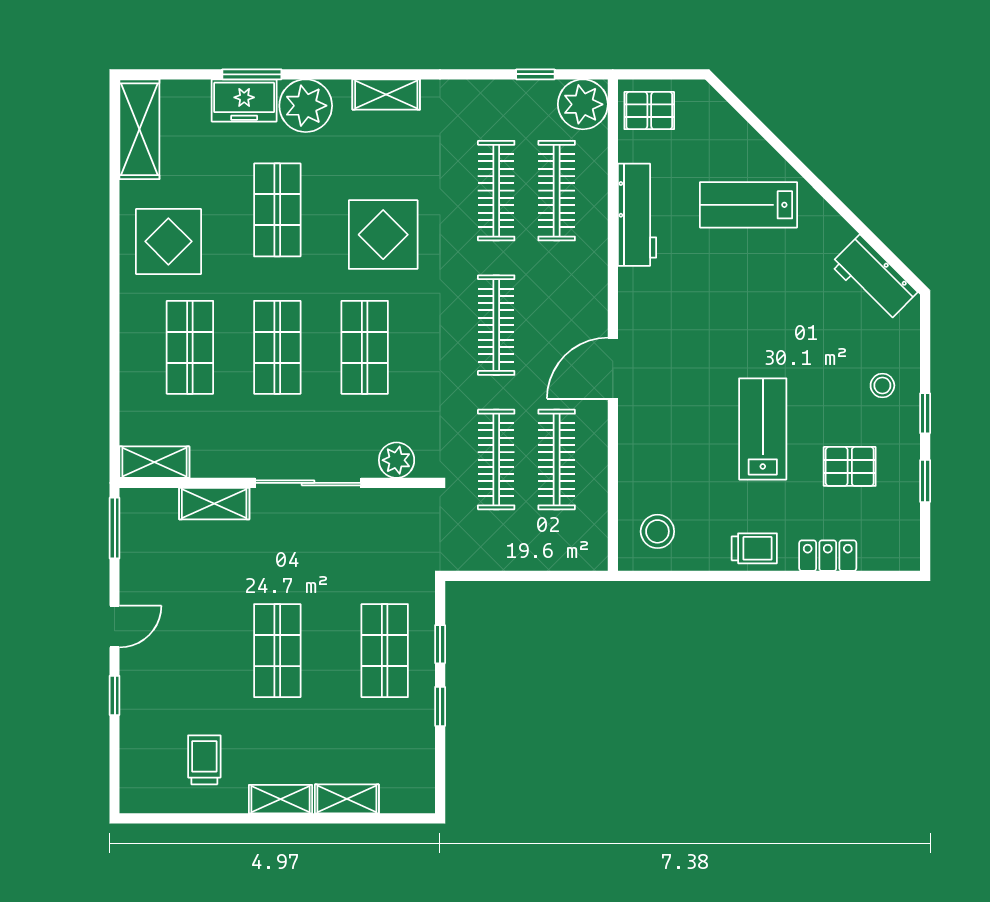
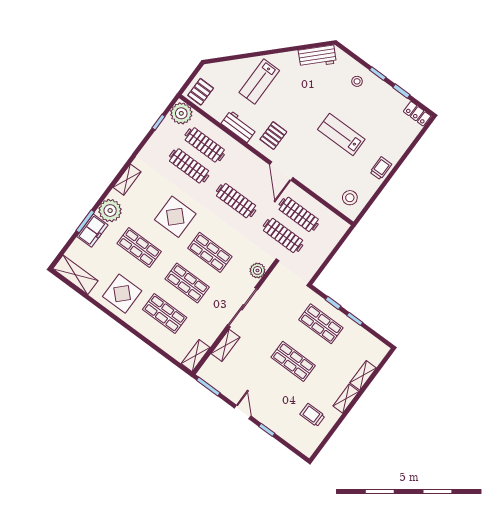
workbench: (637, 215) -> (239, 127), width x0.73
pallet: (850, 466) -> (273, 136), moved
locker: (828, 556) -> (417, 114), moved, turned -90

